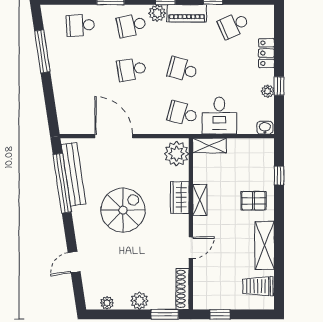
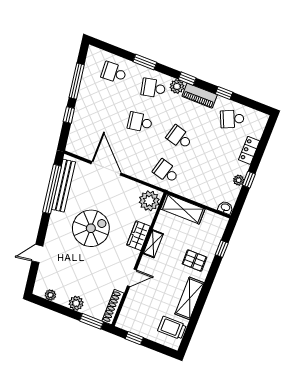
window: (49, 93) -> (69, 115), added
desk: (219, 116) -> (194, 184), removed
shelving: (209, 146) -> (183, 209), width x1.50, depth x1.33

